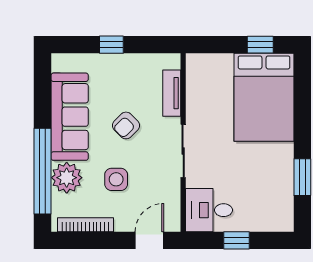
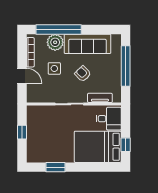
window: (111, 45) -> (126, 66), width x3.17
desk: (209, 210) -> (109, 119), moved, turned 90
door: (149, 240) -> (22, 76), moved

